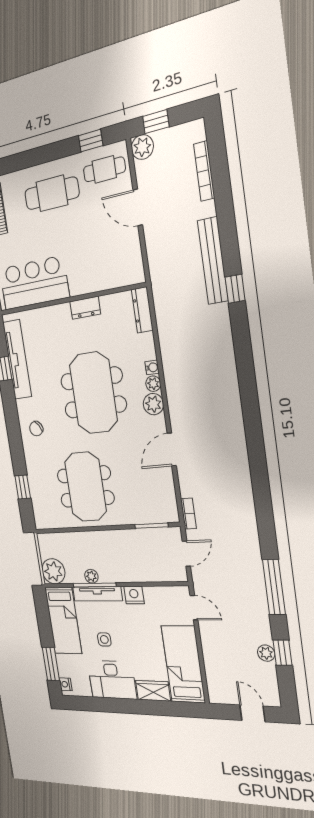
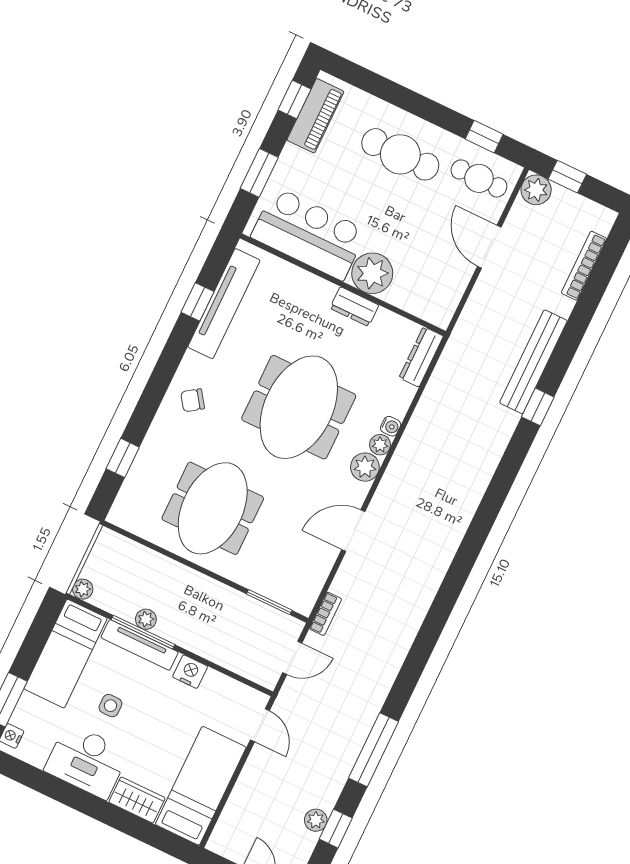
plant: (82, 279) -> (372, 273), added
plant: (53, 571) -> (83, 589), width x0.53, depth x0.53

